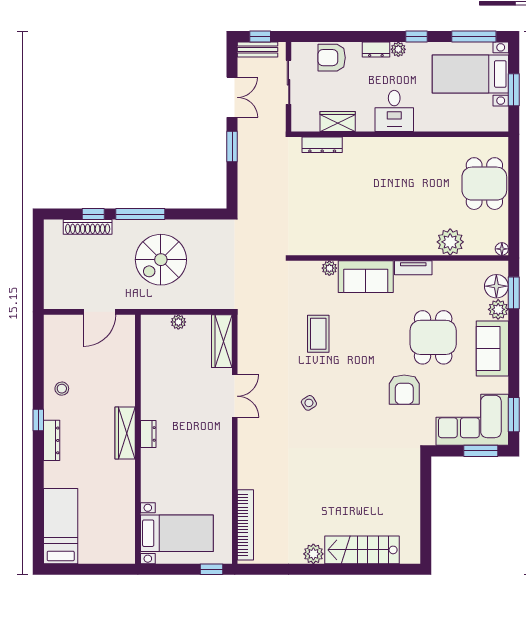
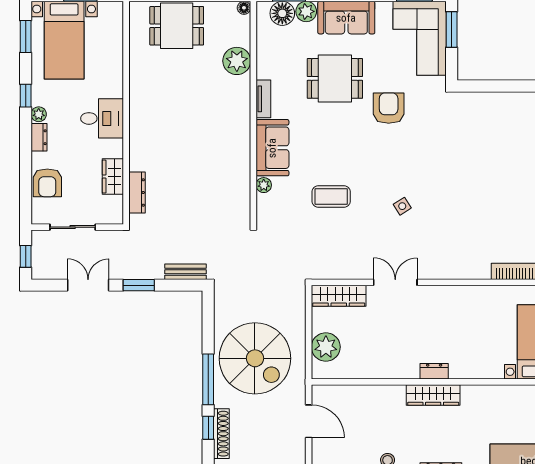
window: (474, 37) -> (26, 37), width x0.69
bench: (257, 50) -> (185, 272), moved, turned 90
spiral stairs: (161, 260) -> (255, 358), width x1.37, depth x1.37
plant: (178, 322) -> (326, 347), width x1.88, depth x1.88
armchair: (404, 390) -> (389, 108), turned -90

